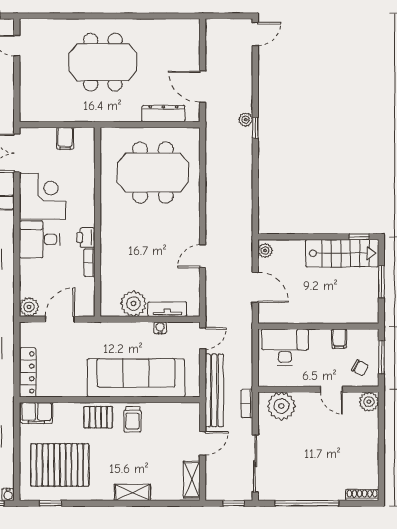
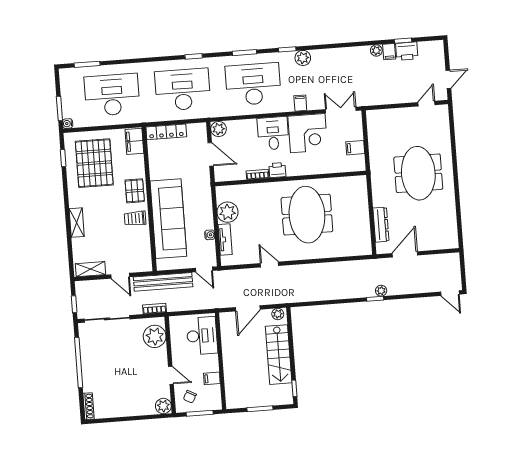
meeting table: (153, 173) -> (307, 215), moved
stairs: (342, 253) -> (279, 355), moved
door: (331, 389) -> (171, 375), swing flipped

